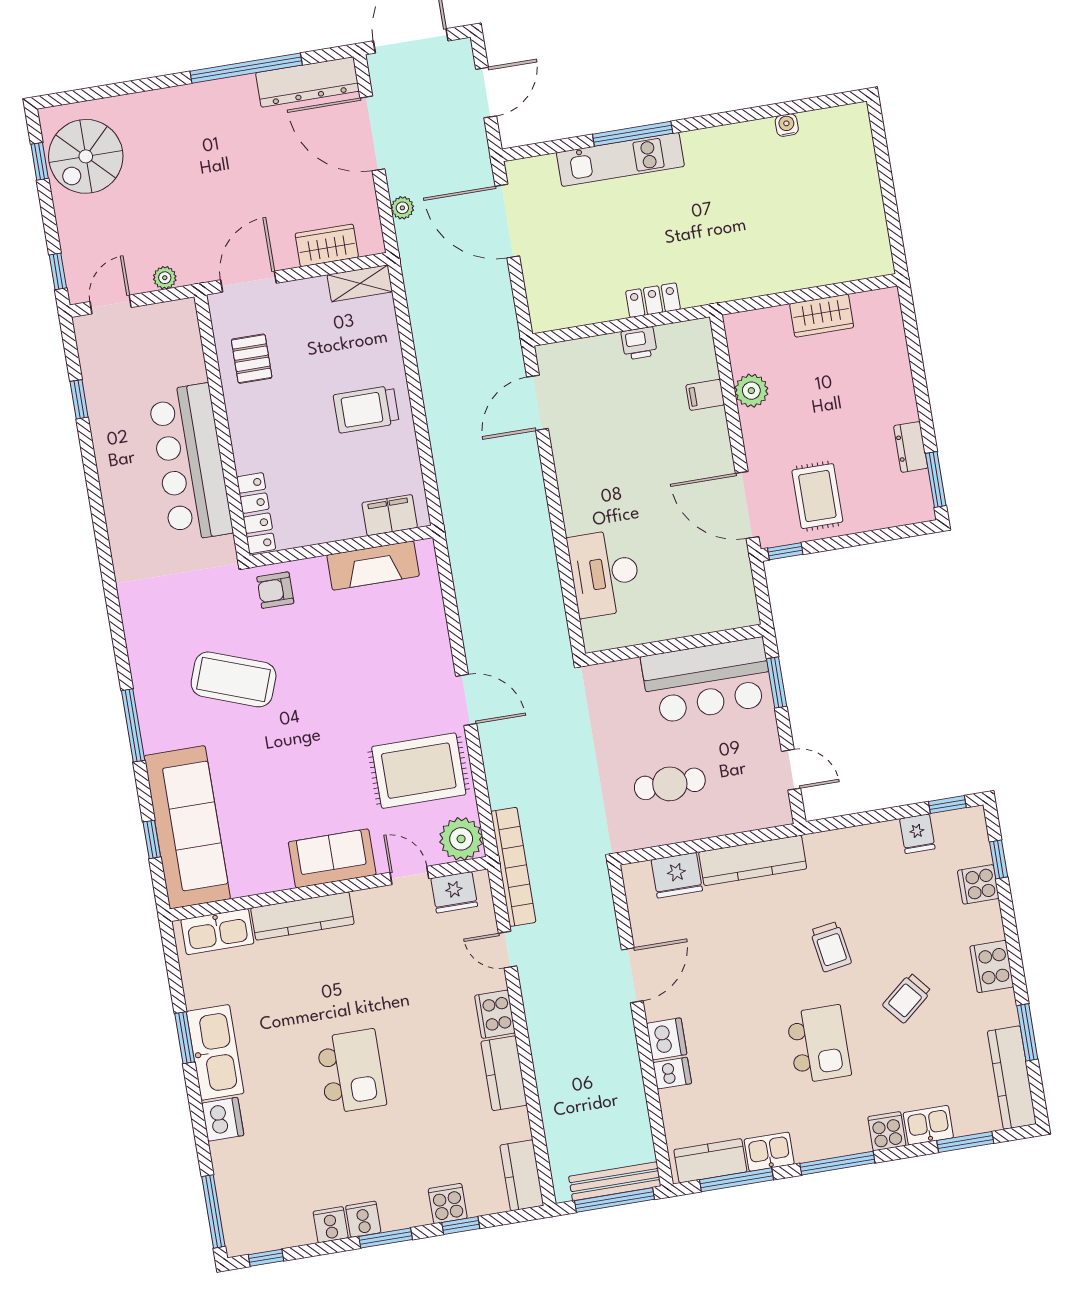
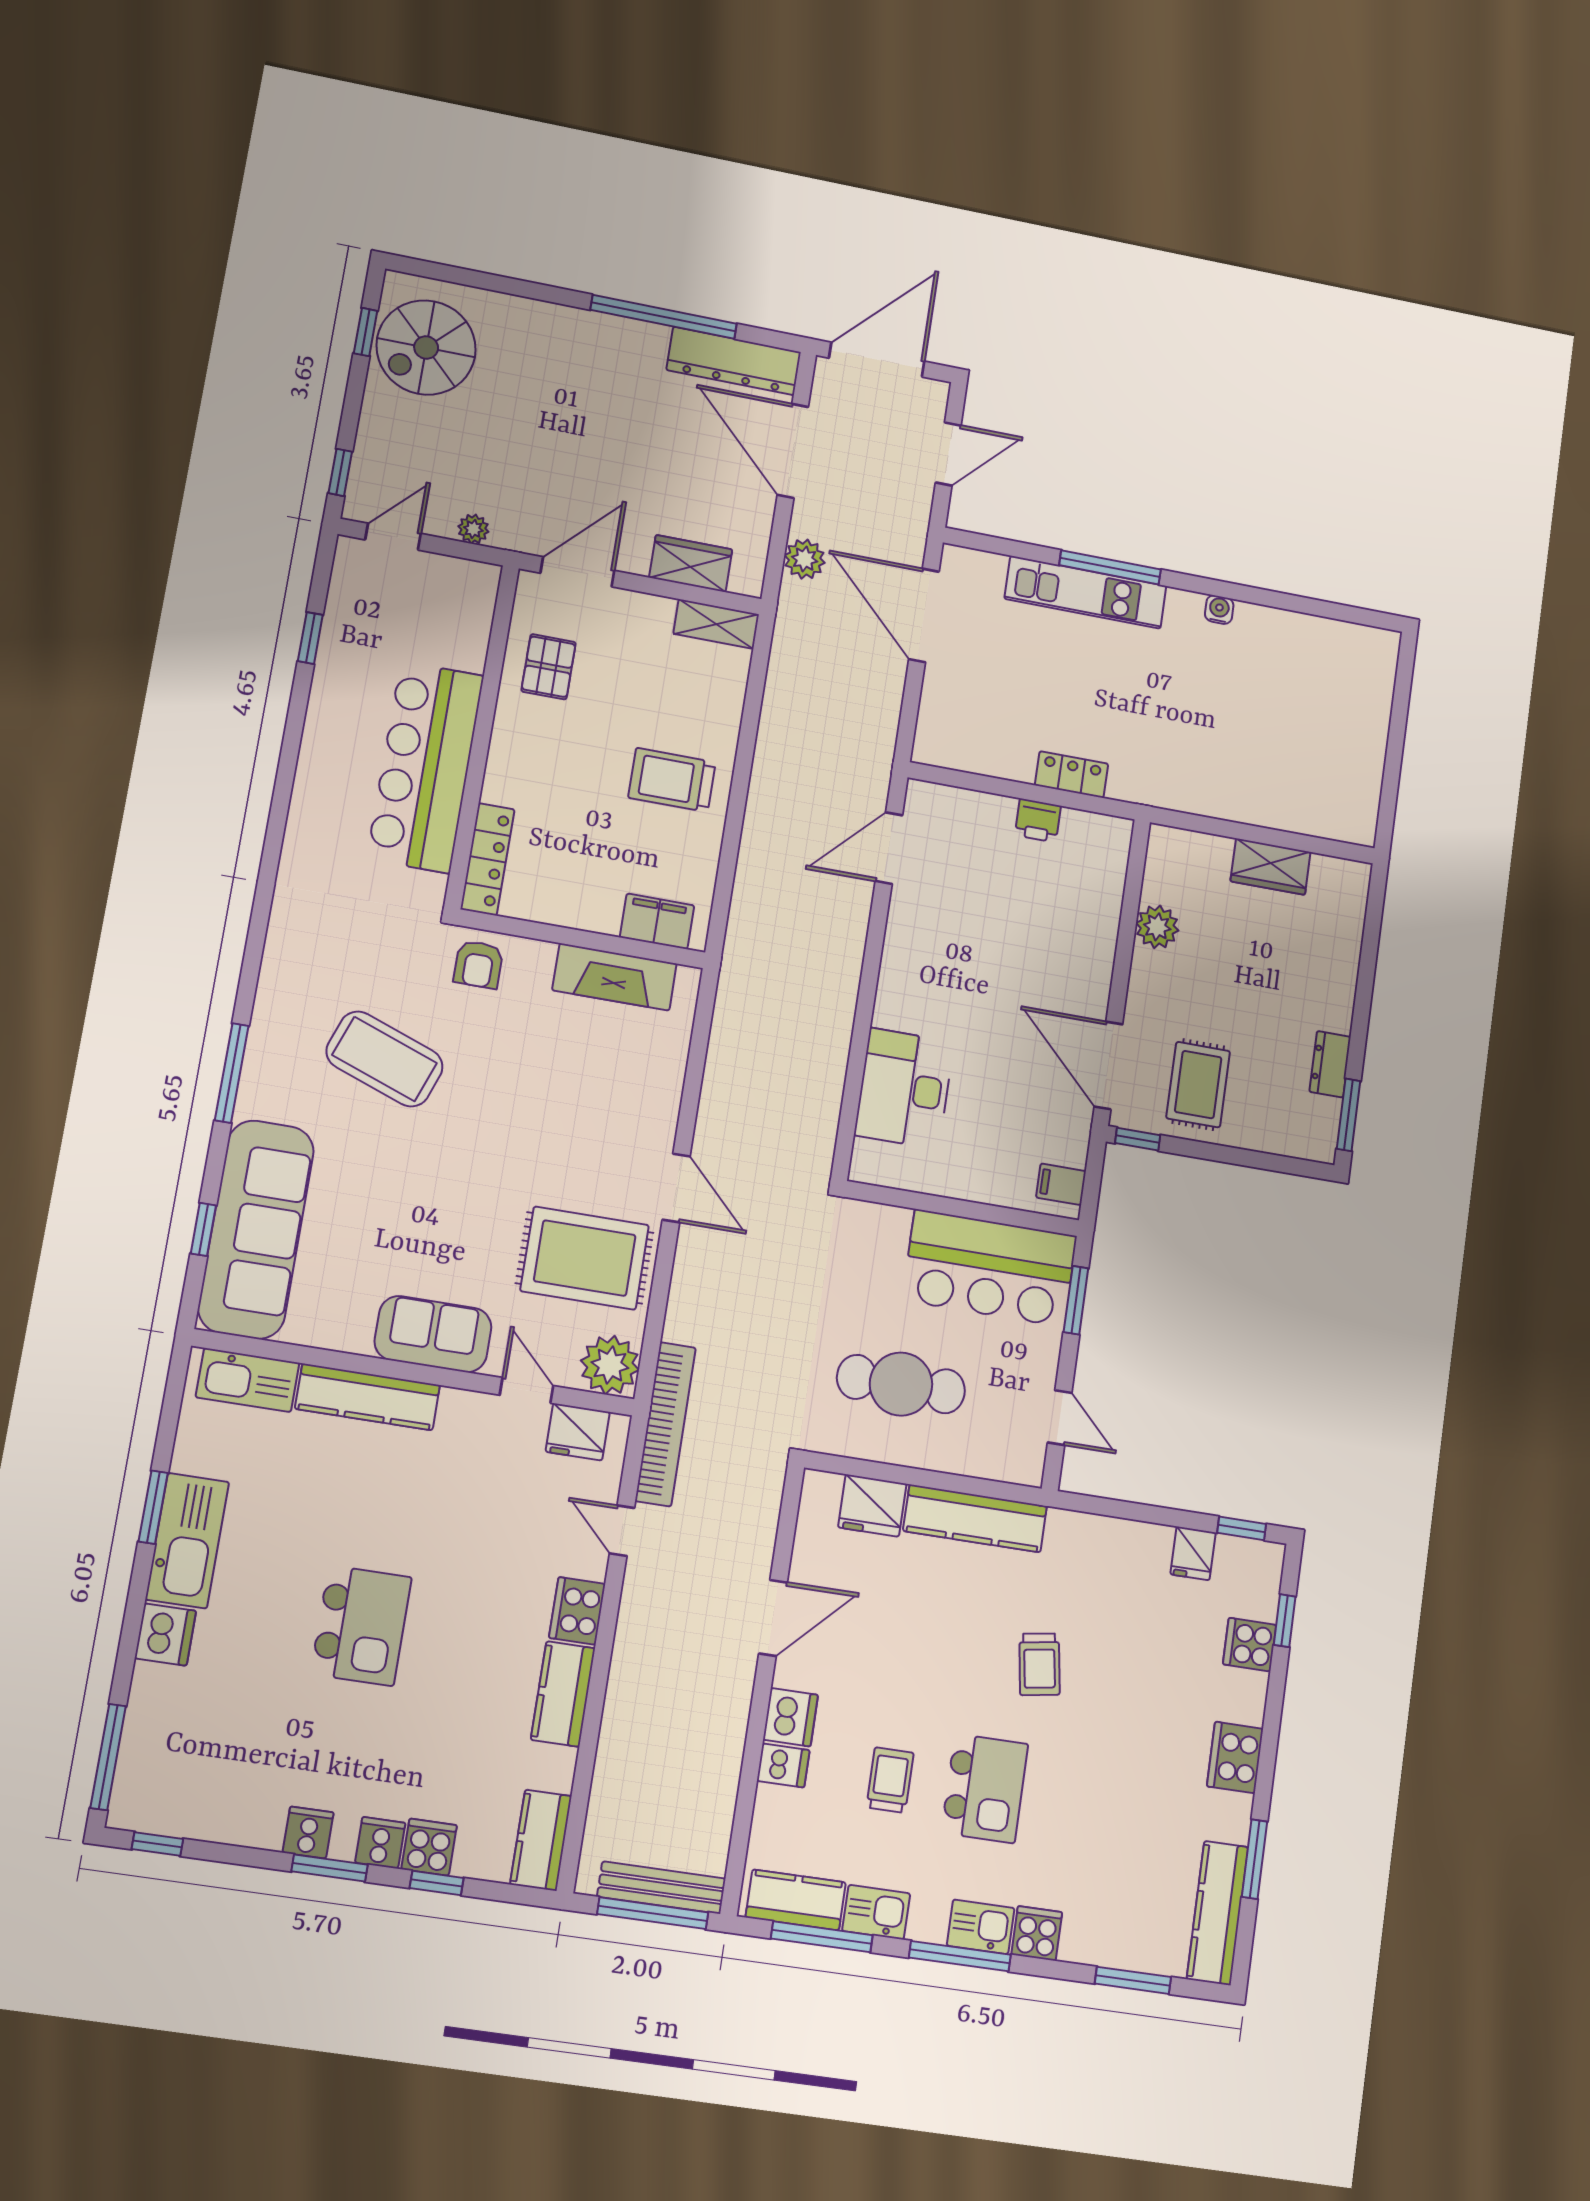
water cooler: (787, 125) -> (1219, 610), moved
plant: (402, 208) -> (805, 559), width x1.38, depth x1.38
filing cabinet: (705, 395) -> (1061, 1184), moved
armchair: (275, 590) -> (478, 964), turned -90
cafe table: (670, 784) -> (901, 1384), width x1.37, depth x1.35
trolley: (907, 998) -> (890, 1780), moved, turned 130
kitchen sink: (928, 1125) -> (981, 1927), moved
cooker: (331, 1225) -> (380, 1843), moved

